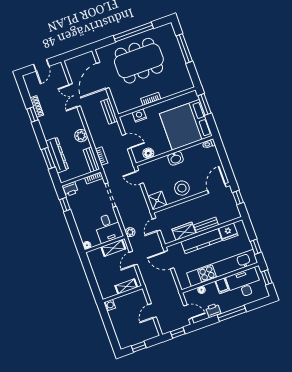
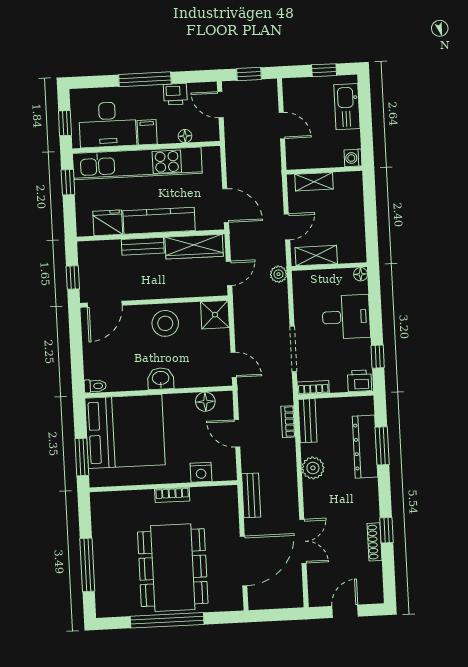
dining table: (139, 61) -> (173, 568), turned 90
desk: (108, 228) -> (346, 317), moved, turned 90
wardrobe: (184, 231) -> (194, 247), width x1.50
door: (152, 311) -> (282, 126), hinge flipped
kitchen sink: (121, 331) -> (347, 107), added

